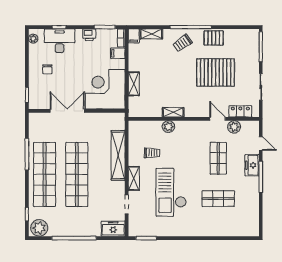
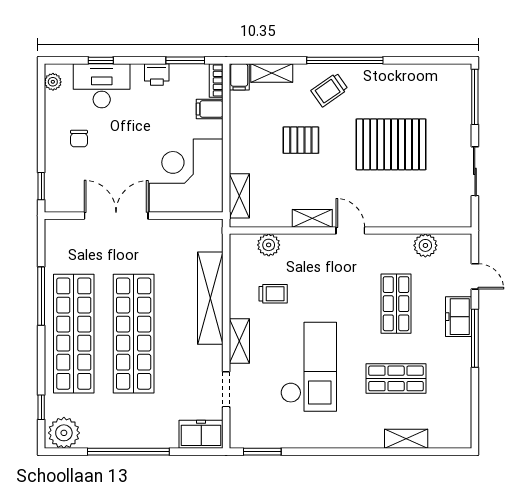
pallet: (214, 38) -> (301, 140), moved
shelving: (134, 84) -> (239, 196), moved
locker: (240, 111) -> (437, 217), removed
door: (218, 119) -> (350, 230), moved
plant: (168, 127) -> (269, 245), moved
checkout: (171, 192) -> (309, 367), turned 180
shelving: (224, 231) -> (406, 439), added

